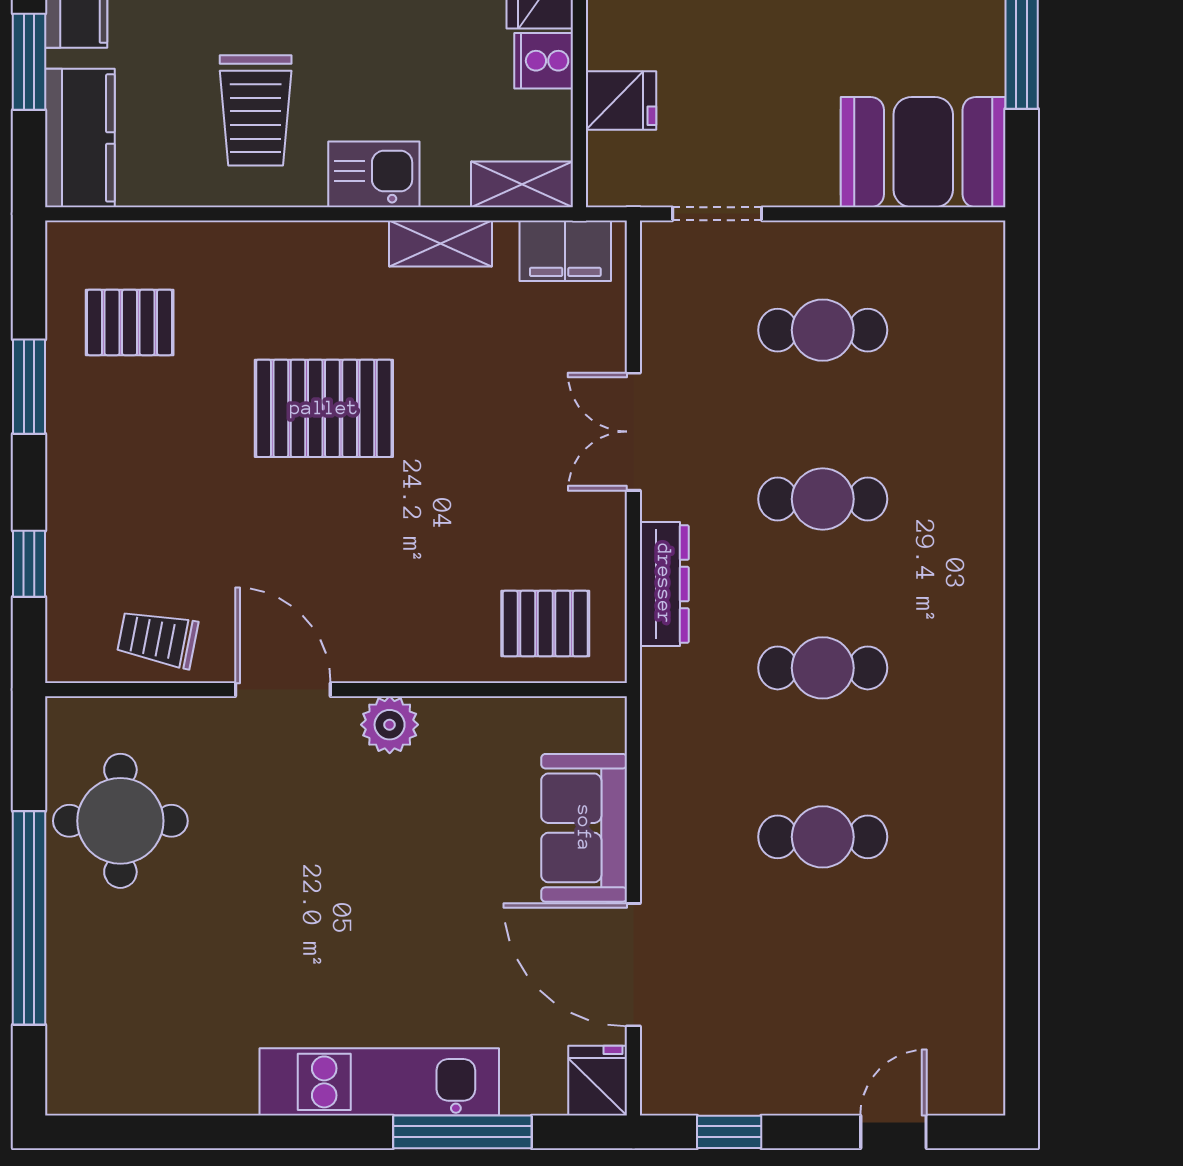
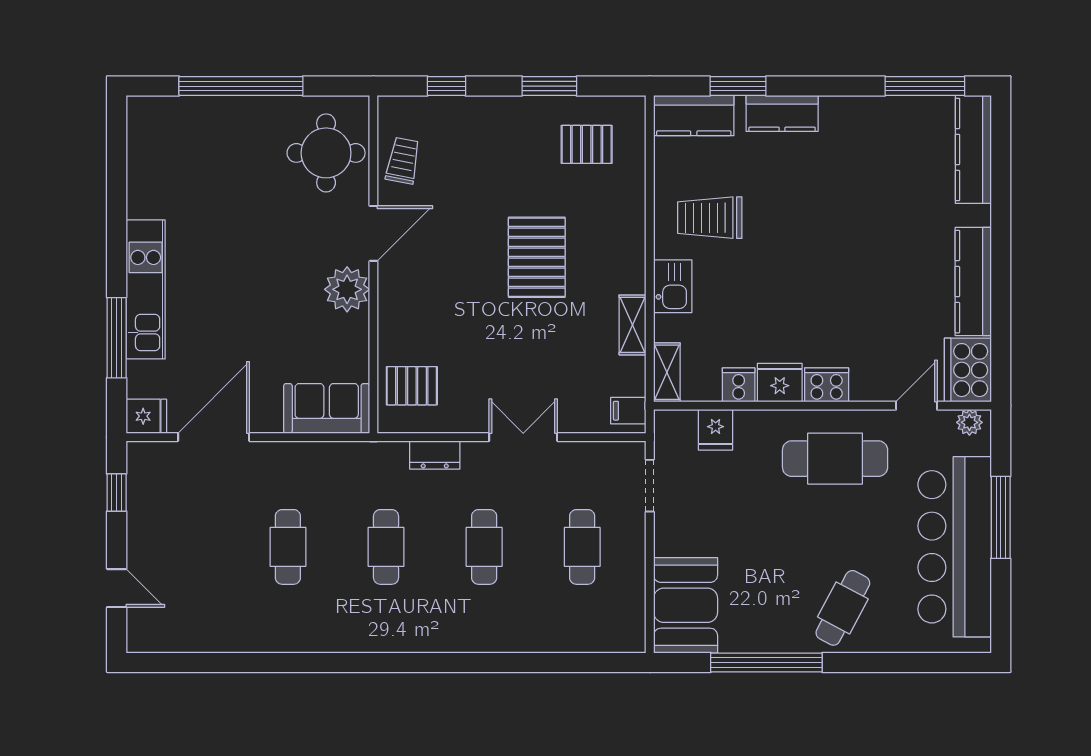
filing cabinet: (565, 251) -> (628, 411), width x0.50
pallet: (130, 322) -> (587, 144), turned 90
dresser: (664, 584) -> (435, 455), width x0.70
pallet: (545, 624) -> (412, 386), turned 90
plant: (390, 725) -> (347, 289), width x1.36, depth x1.36
round table: (120, 821) -> (326, 153), moved
sofa: (584, 828) -> (327, 408), moved

